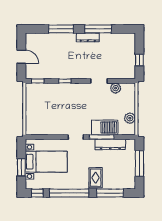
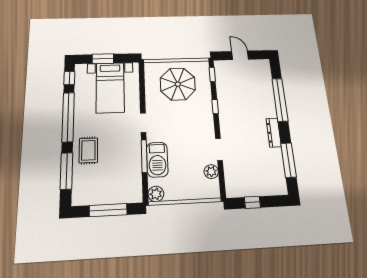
window: (61, 29) -> (280, 100), width x1.46
window: (98, 29) -> (289, 160), moved
door: (21, 57) -> (240, 55), swing flipped
parasol: (45, 109) -> (178, 84), added
plant: (130, 118) -> (156, 194), moved
dresser: (110, 144) -> (134, 168), removed
rug: (96, 178) -> (88, 150), turned 90

